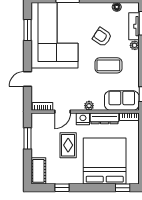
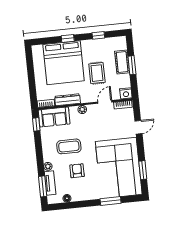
armchair: (102, 37) -> (77, 171), turned -123
nightstand: (83, 119) -> (126, 93), moved
window: (28, 138) -> (132, 65), moved
cot: (38, 171) -> (122, 62), moved
window: (123, 188) -> (68, 39), moved

